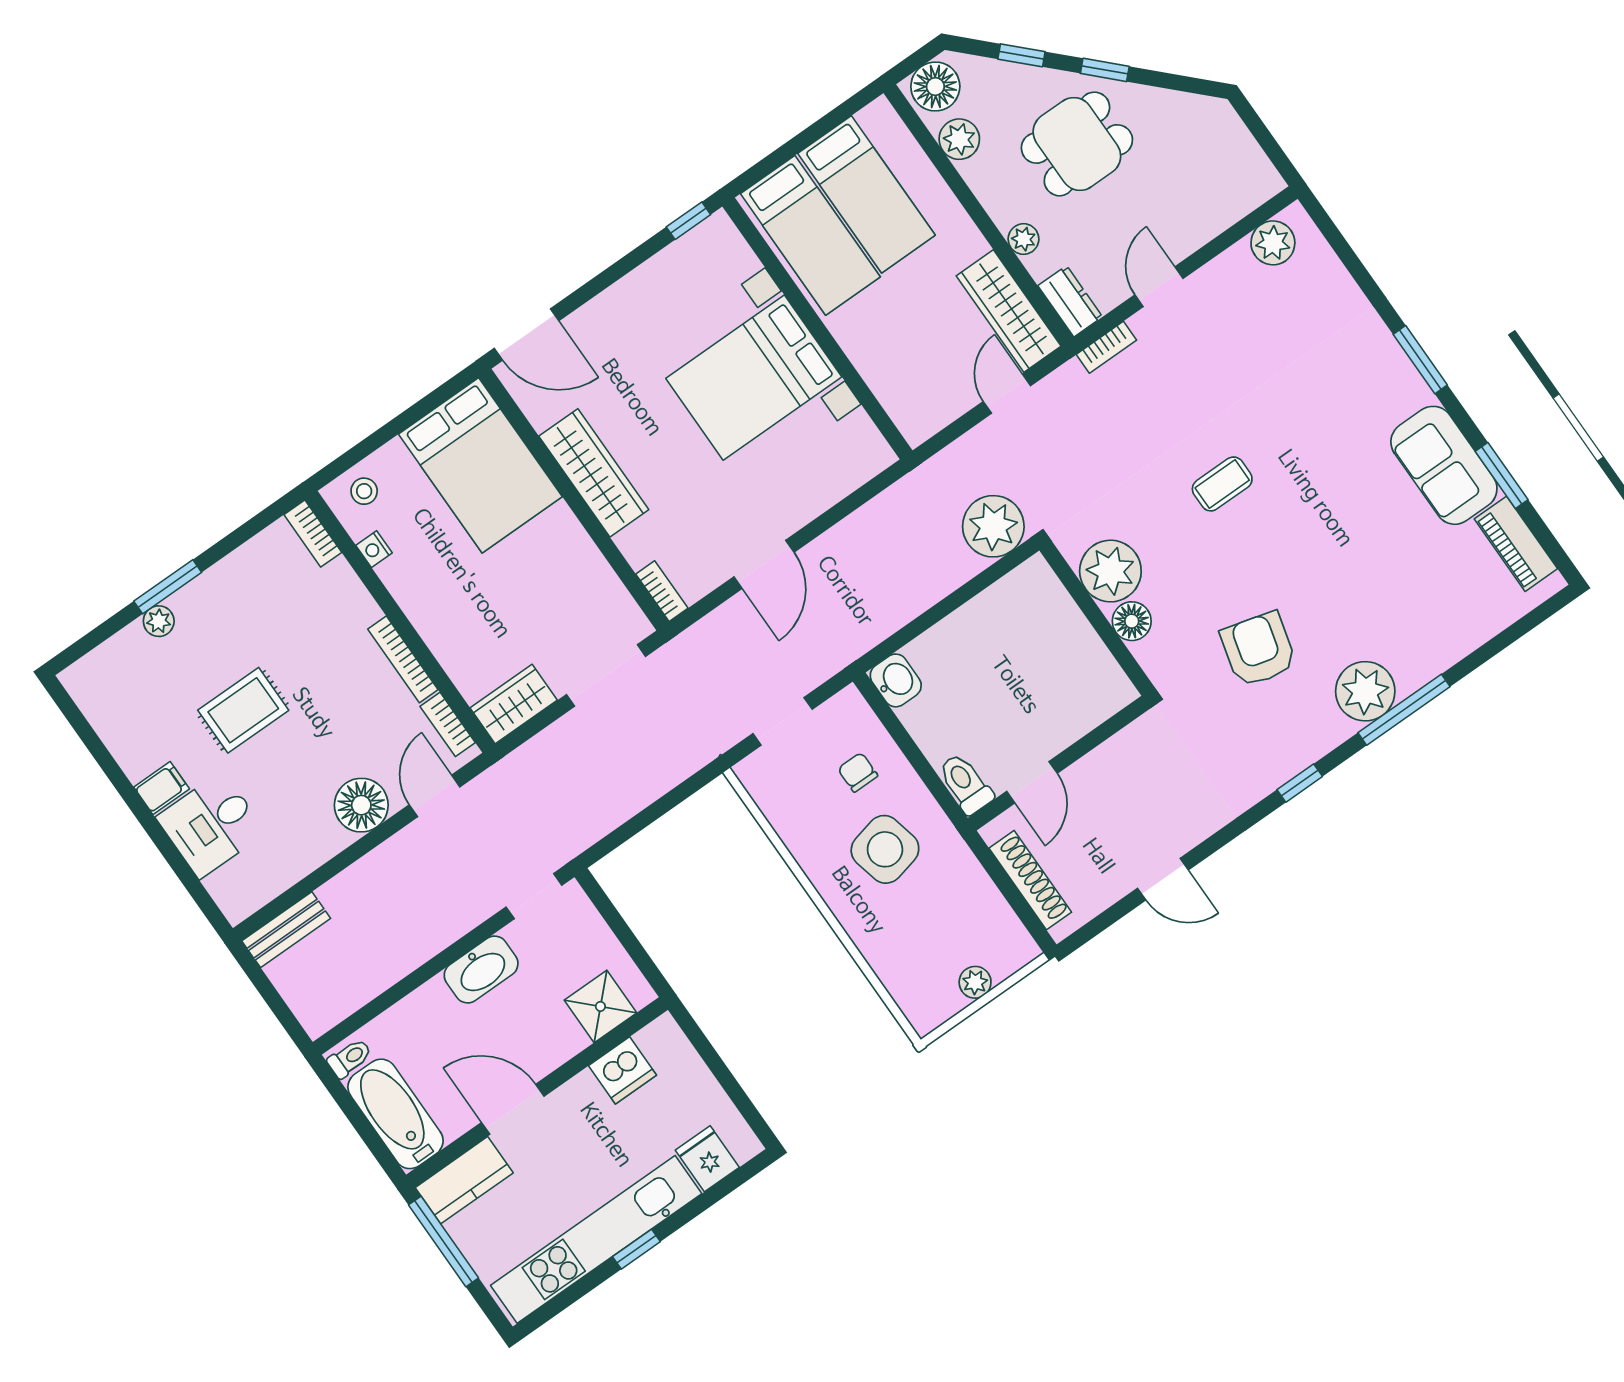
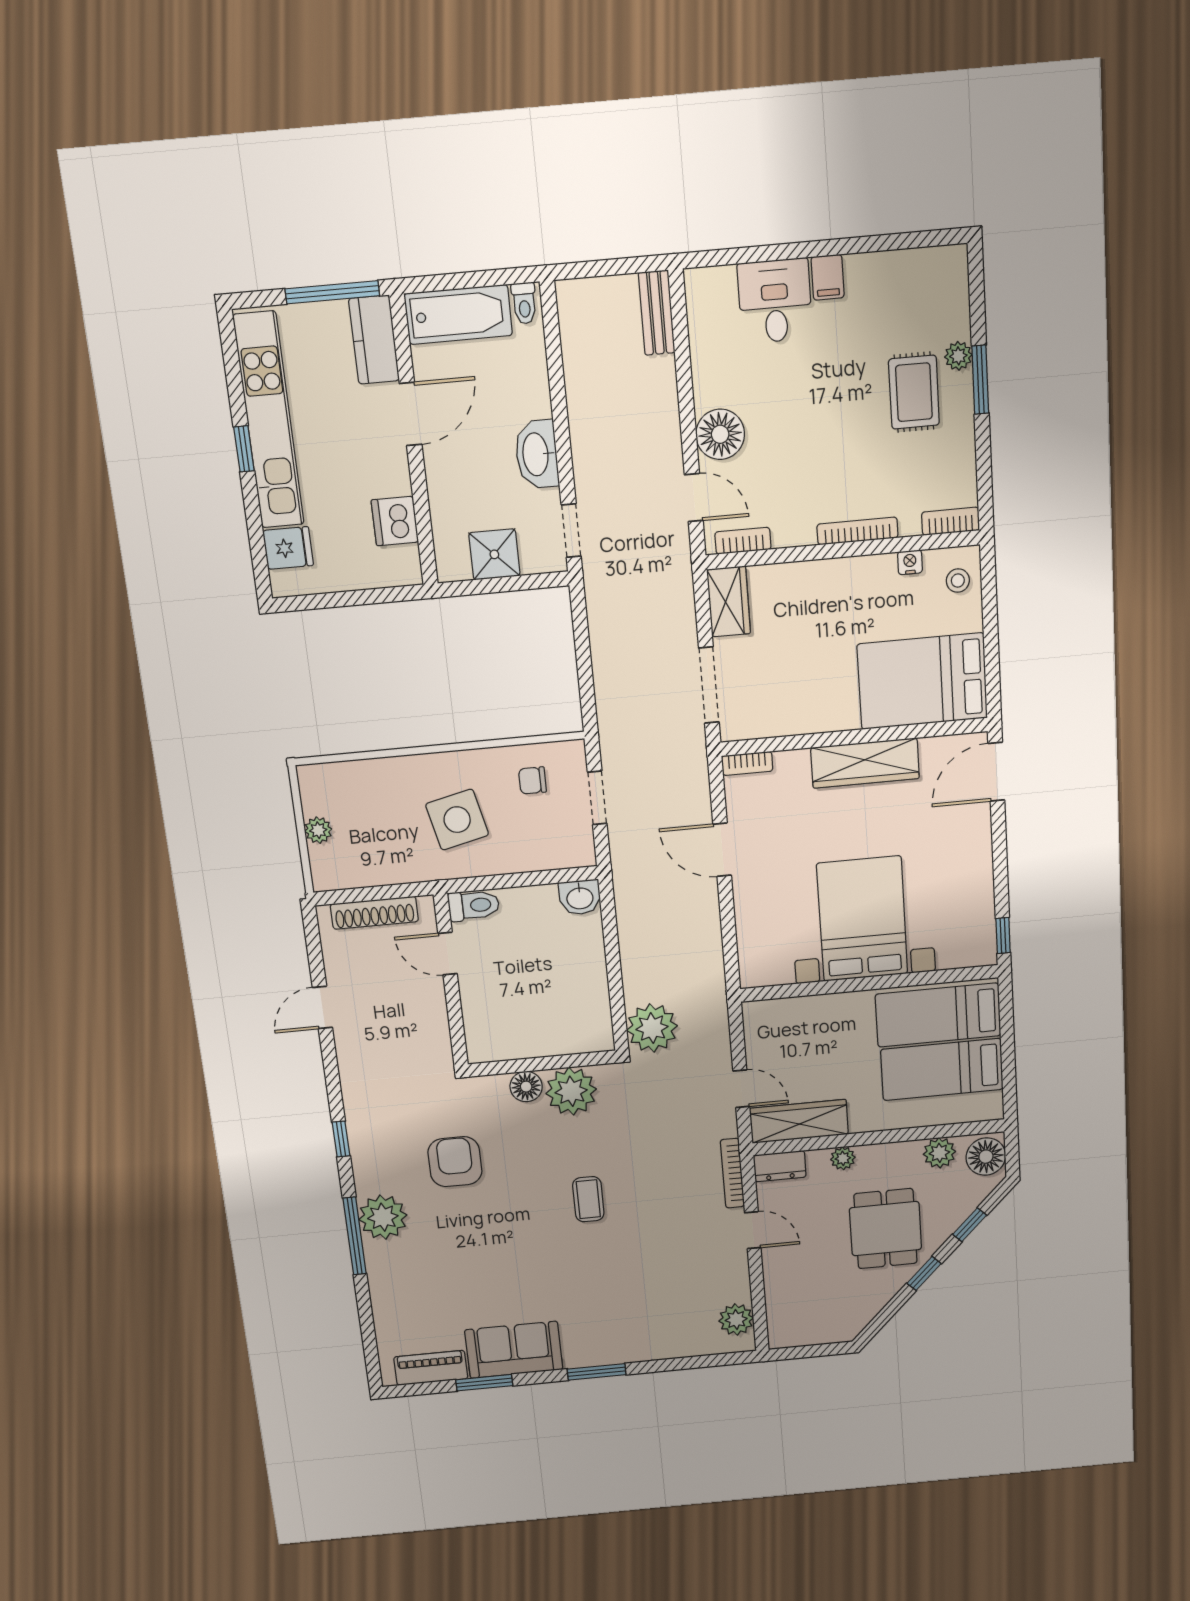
bookcase: (1106, 347) -> (732, 1173), width x1.56
armchair: (1258, 649) -> (455, 1162), turned -105
bookcase: (403, 659) -> (857, 531), moved
rug: (243, 710) -> (914, 392), moved
chair: (858, 772) -> (532, 780), moved, turned 180
shower: (600, 1006) -> (494, 554), moved

